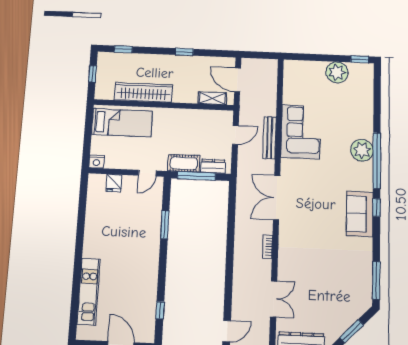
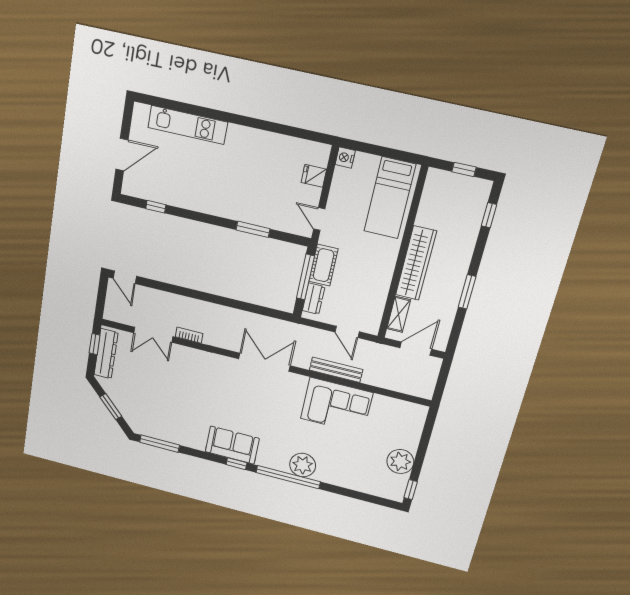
window: (184, 52) -> (467, 292), width x1.50
wardrobe: (143, 92) -> (416, 263), moved
bookcase: (268, 247) -> (189, 335), moved

